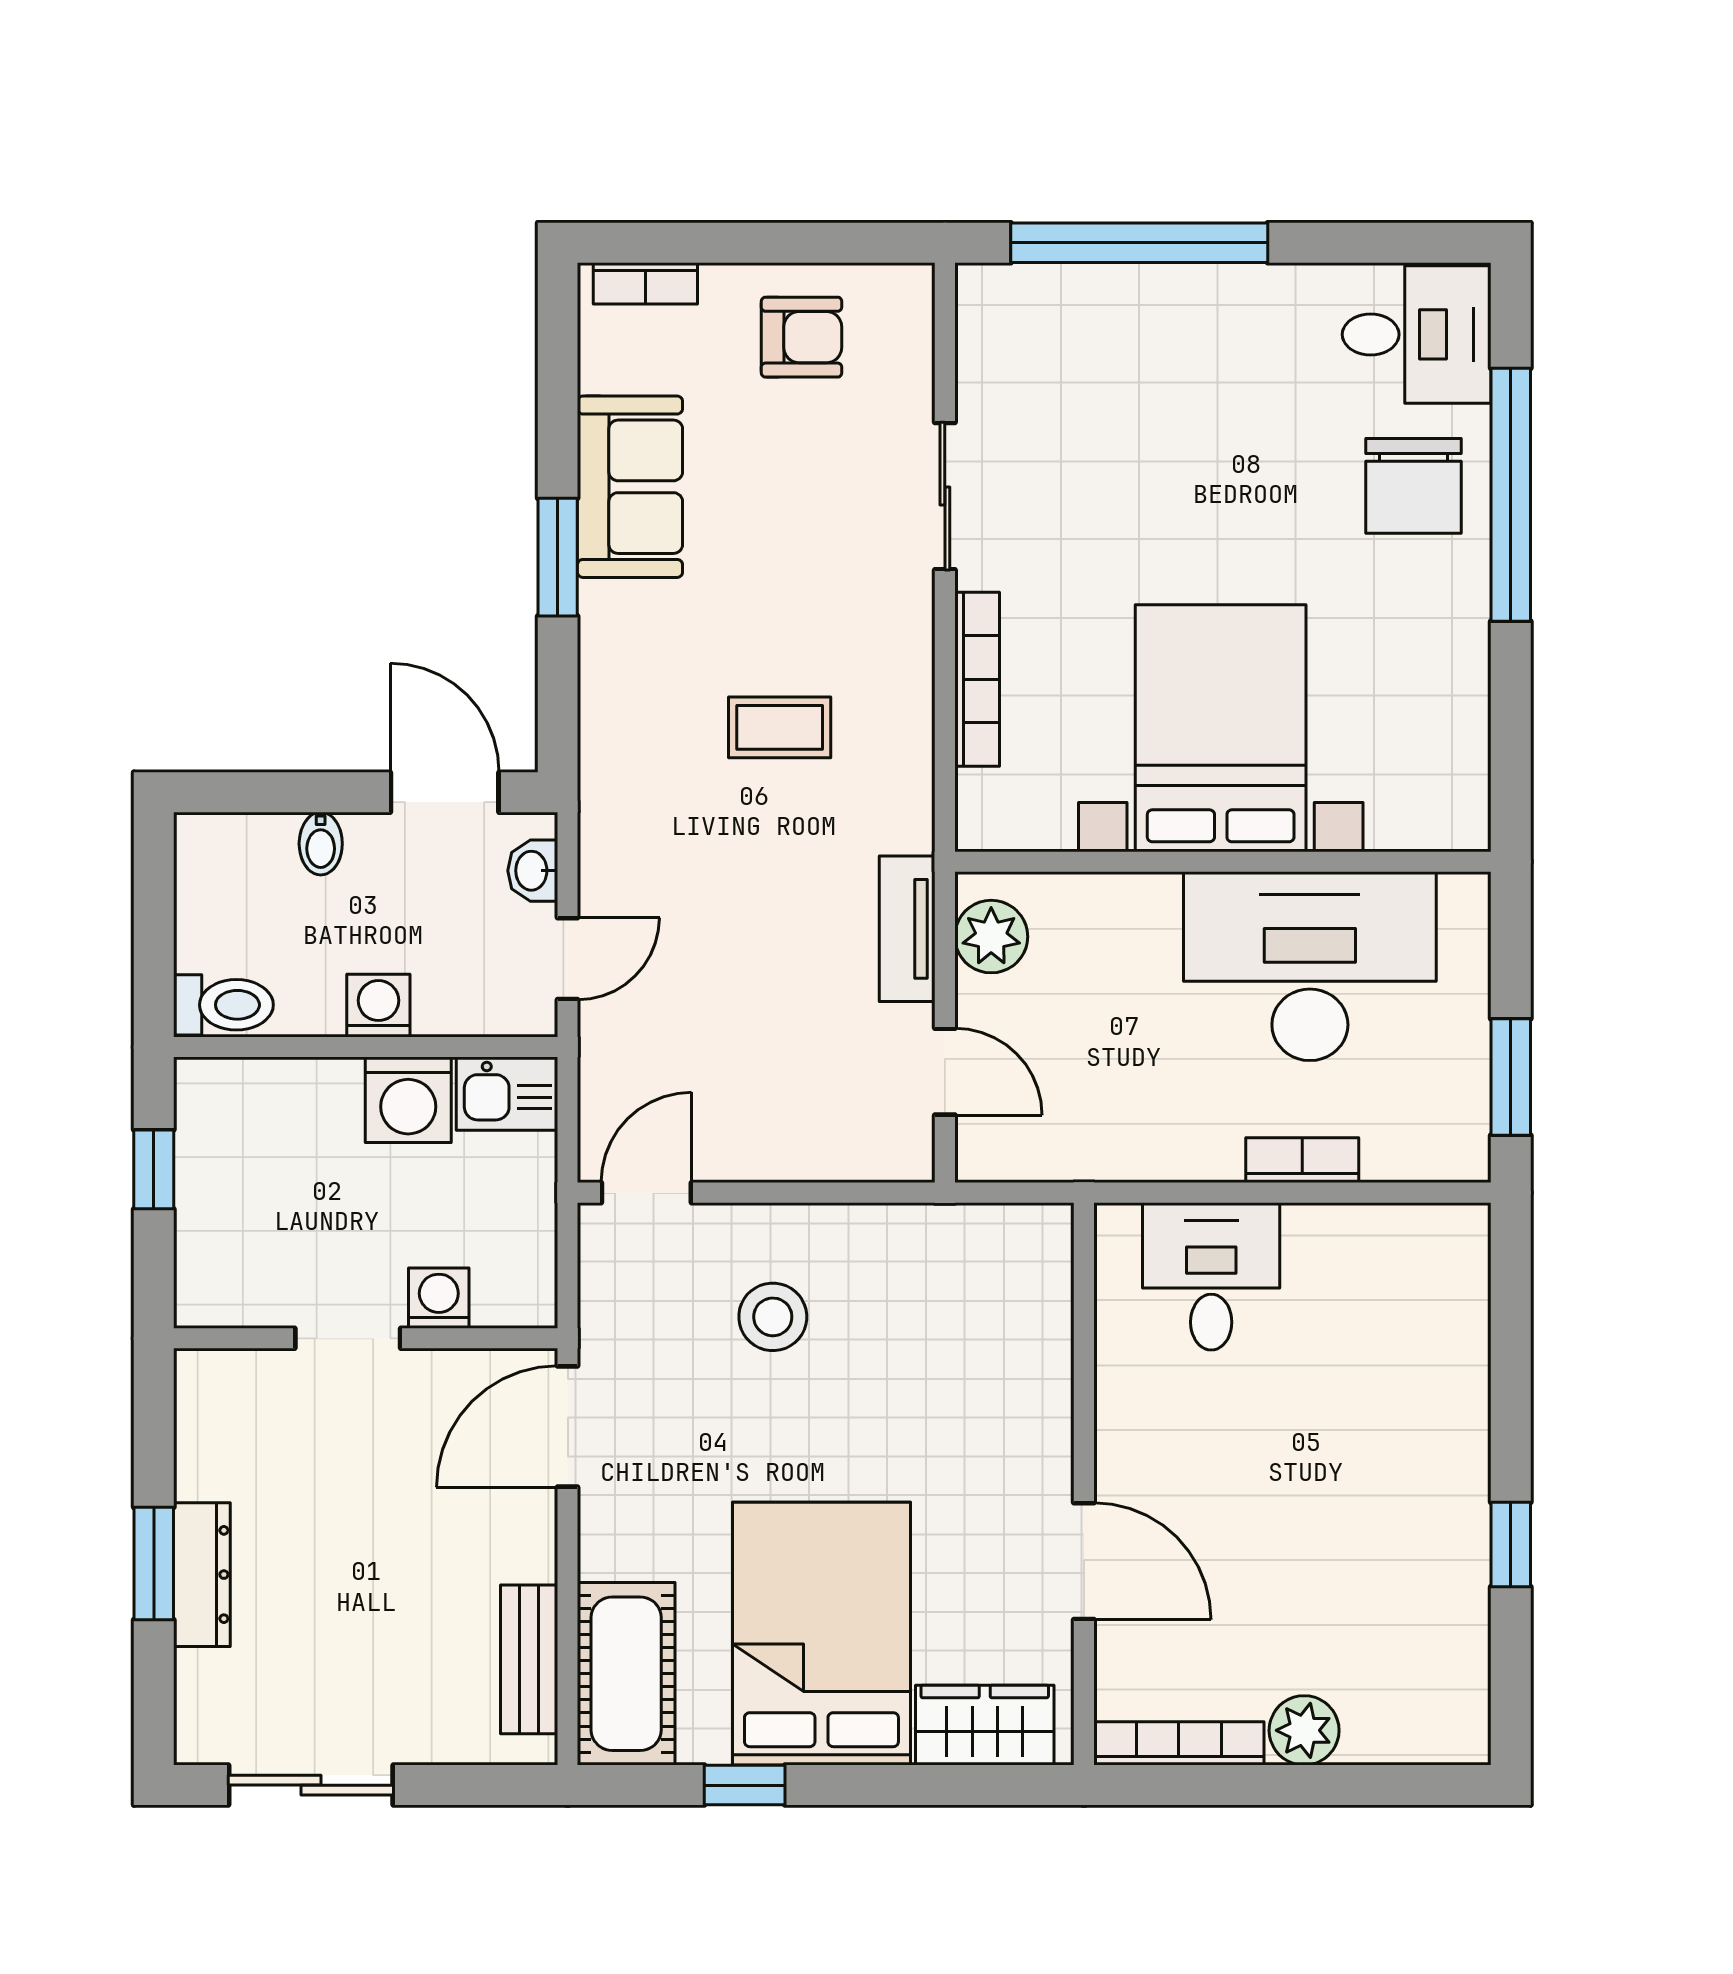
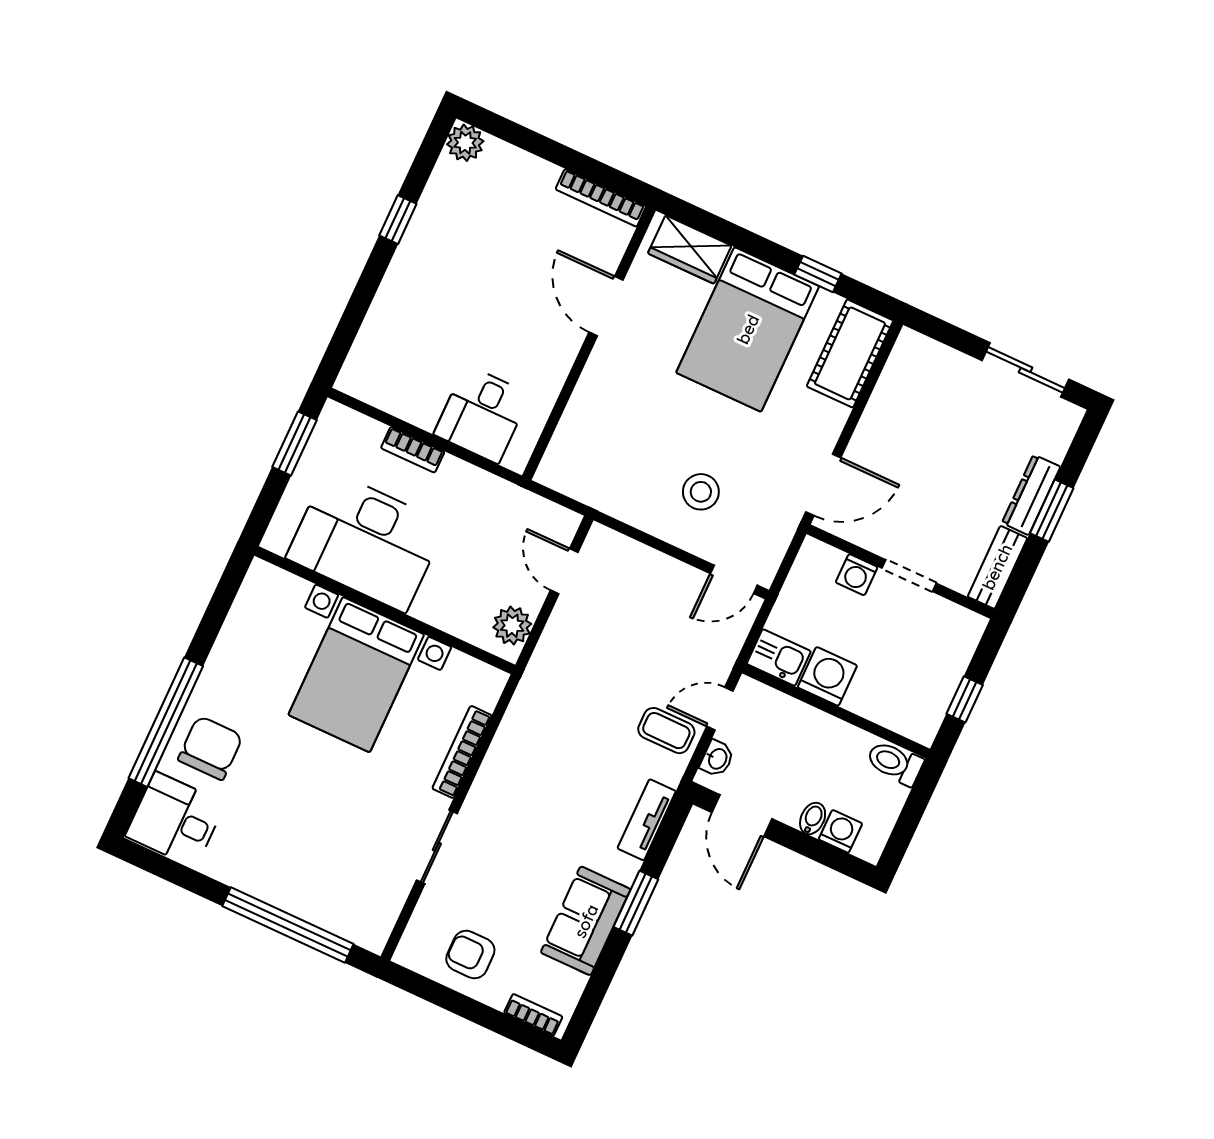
coffee table: (780, 727) -> (666, 731), moved
tv unit: (907, 929) -> (647, 820), moved, turned 180
washing machine: (378, 1006) -> (840, 831), moved, turned 180
bench: (529, 1659) -> (997, 567), moved
plant: (1304, 1730) -> (465, 143), moved

